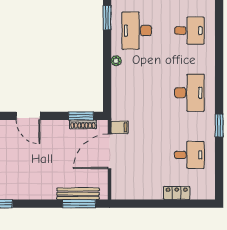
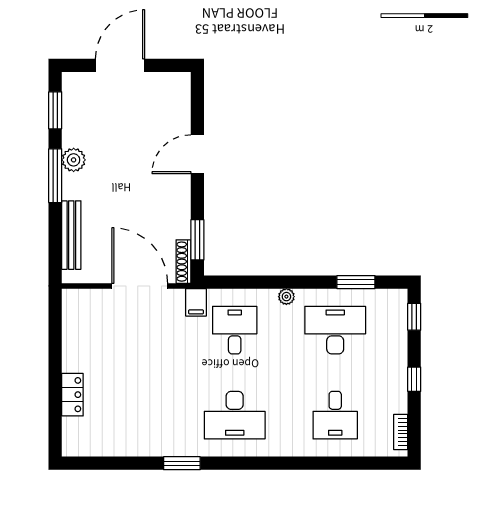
shoe rack: (83, 124) -> (183, 262), moved
filing cabinet: (120, 127) -> (196, 302), moved
desk: (189, 155) -> (235, 330), moved, turned 180
plant: (32, 192) -> (74, 160), added
window: (79, 204) -> (55, 176), moved

